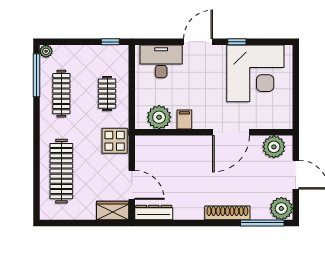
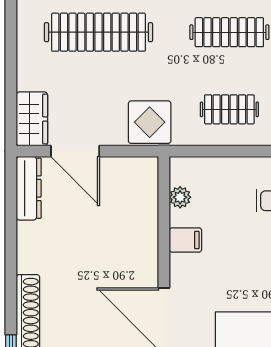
plant: (159, 117) -> (180, 197), width x0.53, depth x0.53
door: (132, 185) -> (75, 151), hinge flipped

